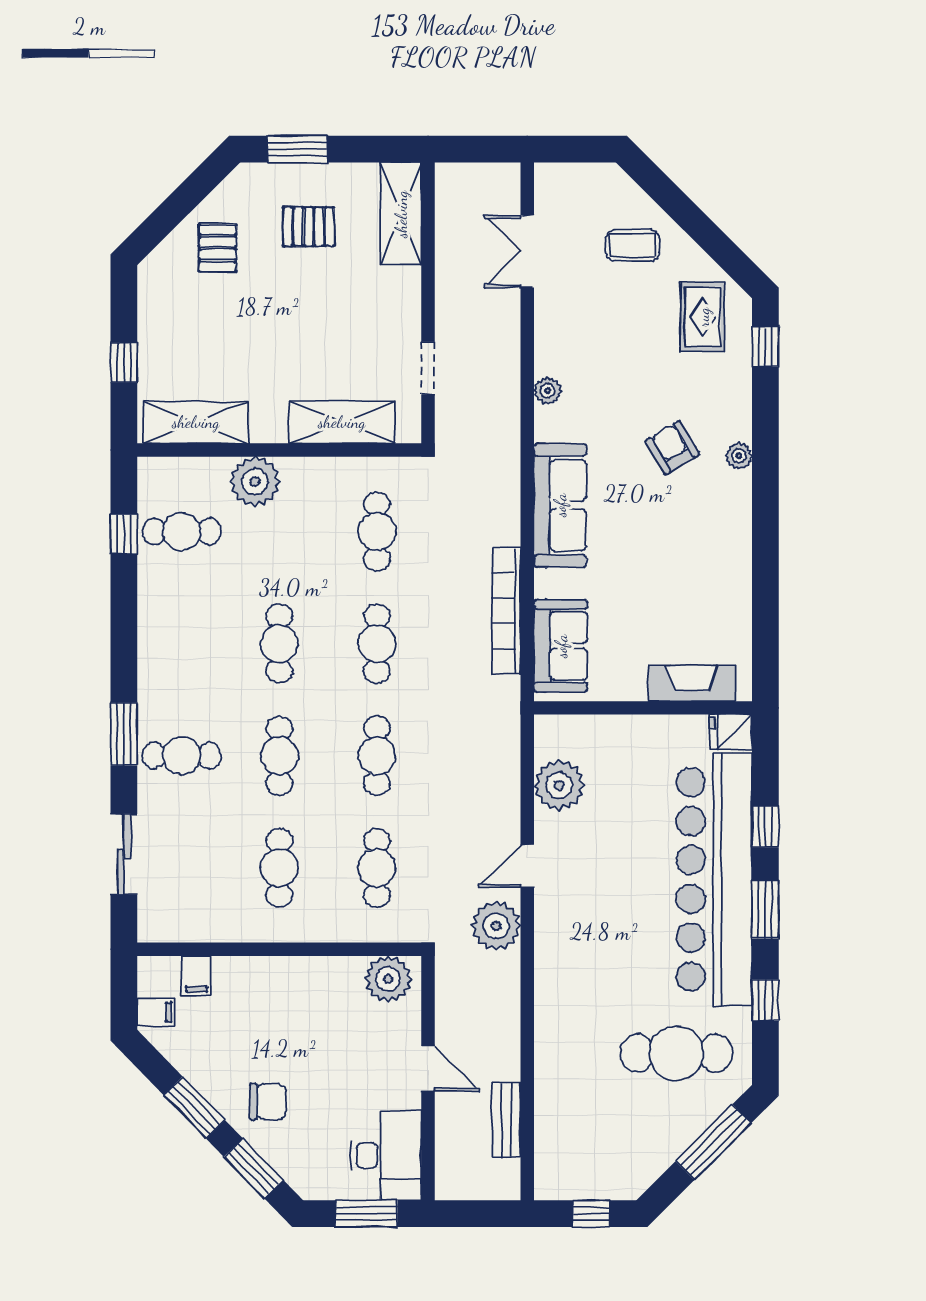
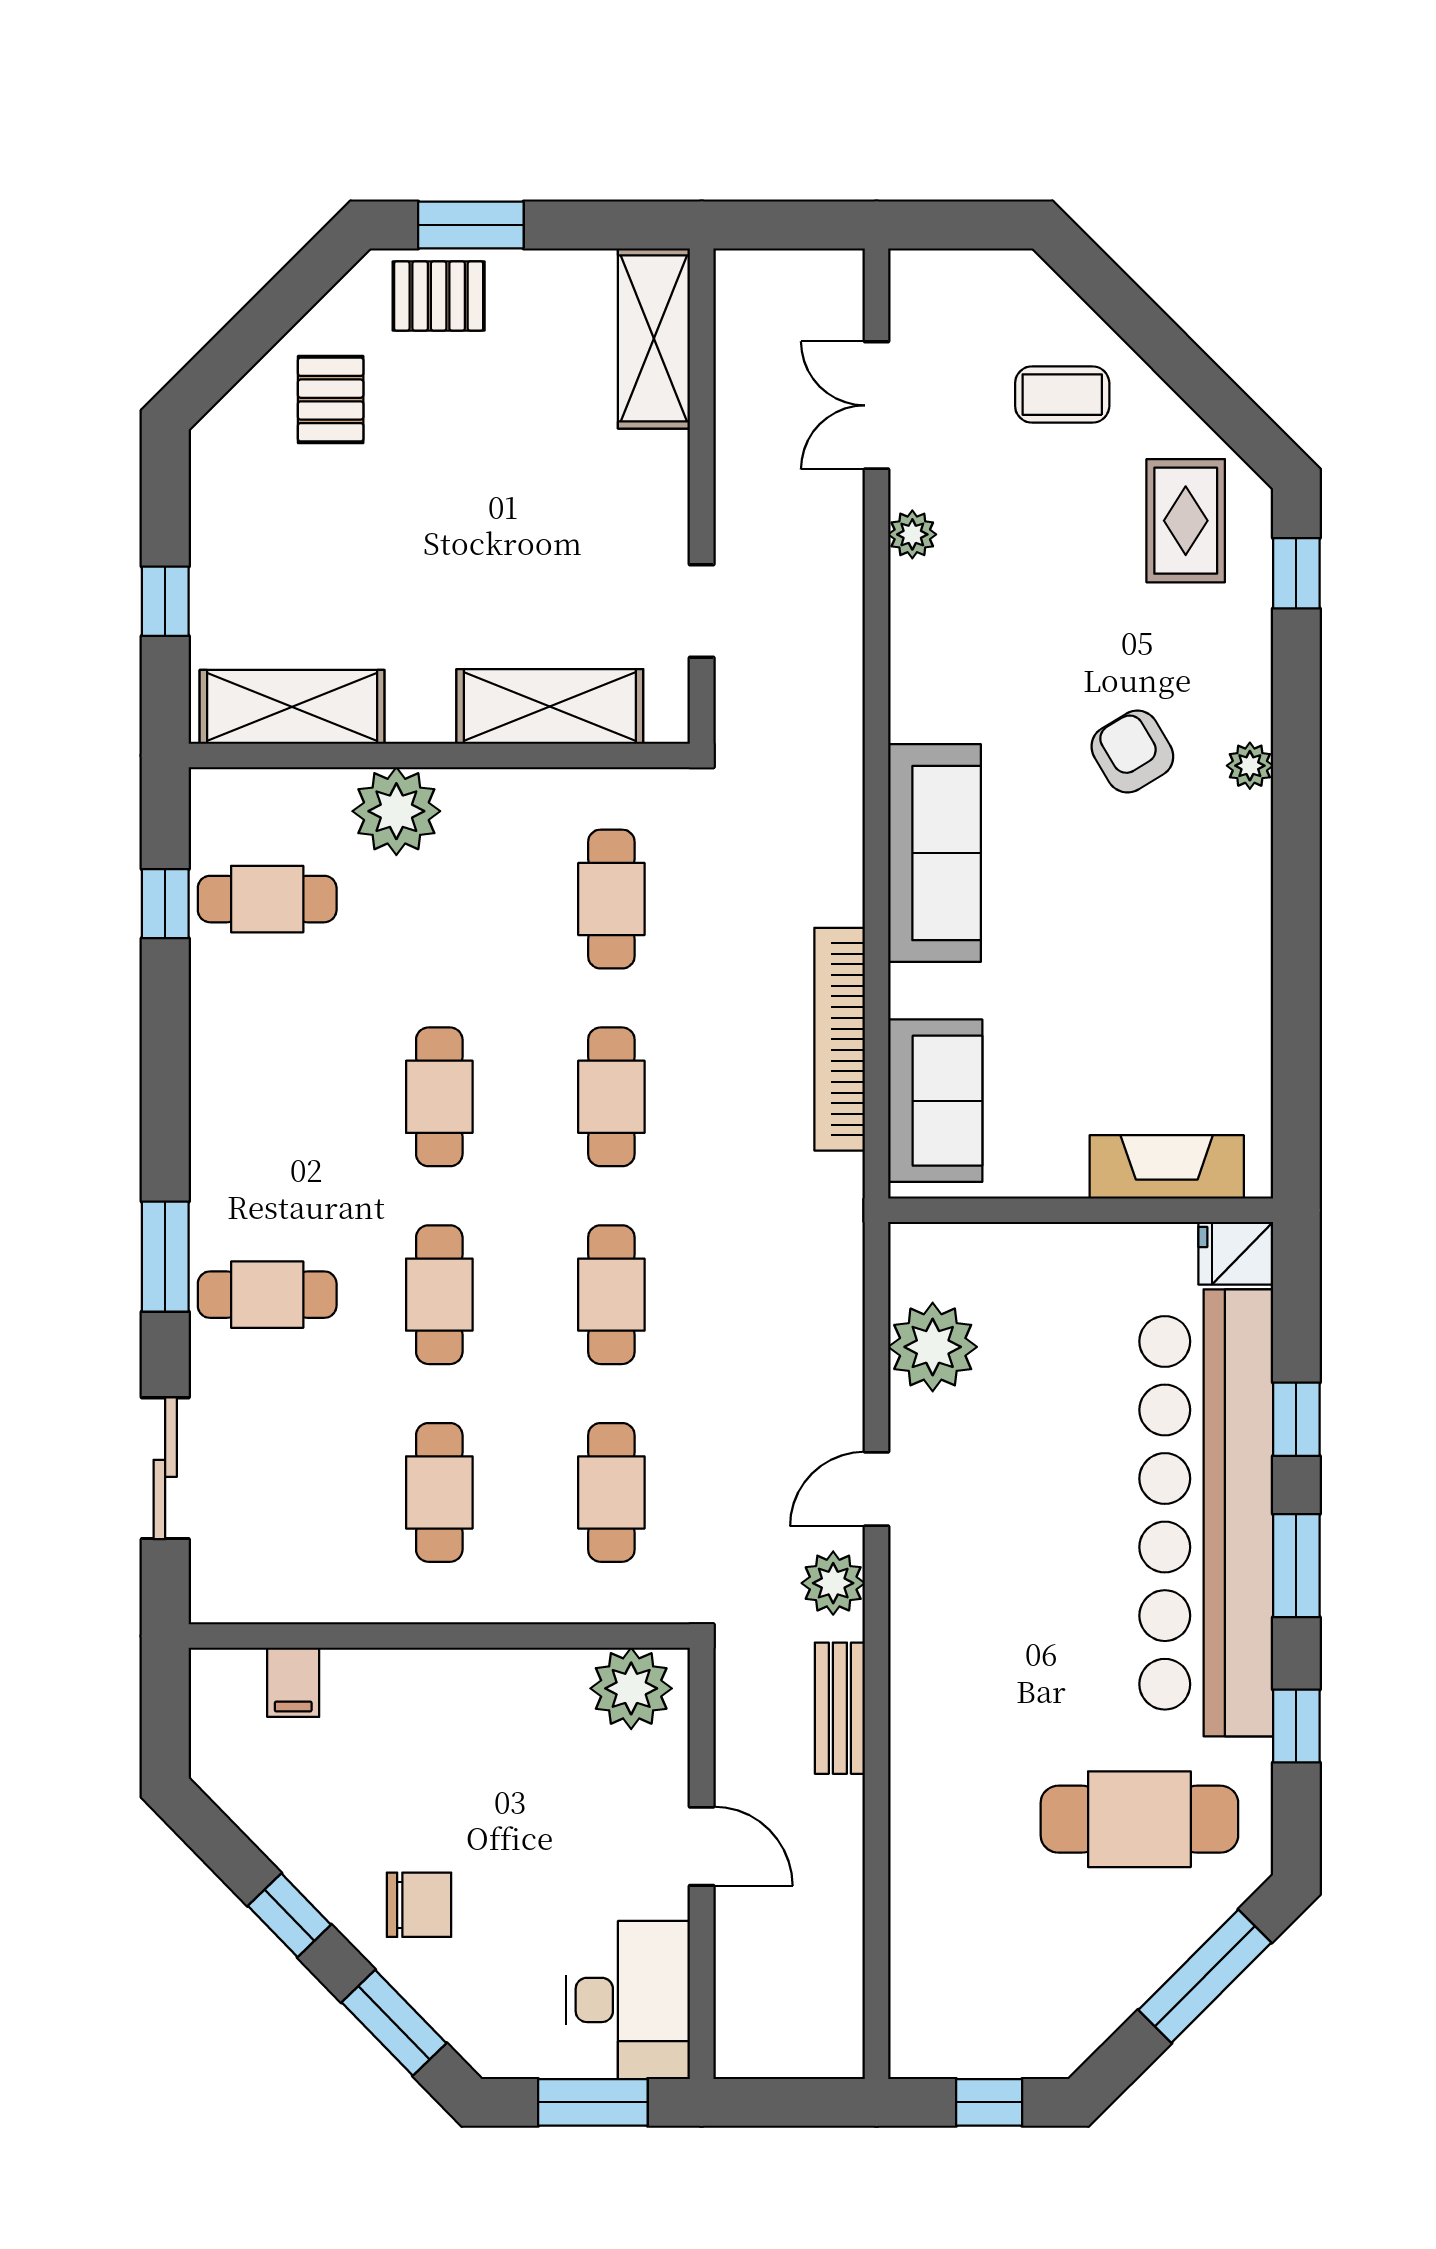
pallet: (309, 227) -> (439, 296), moved
plant: (548, 391) -> (912, 534), moved
plant: (496, 926) -> (833, 1583), width x0.73, depth x0.73
filing cabinet: (156, 1012) -> (221, 1747), removed
window: (194, 1108) -> (289, 1915), width x0.67
bench: (506, 1120) -> (840, 1708), moved

